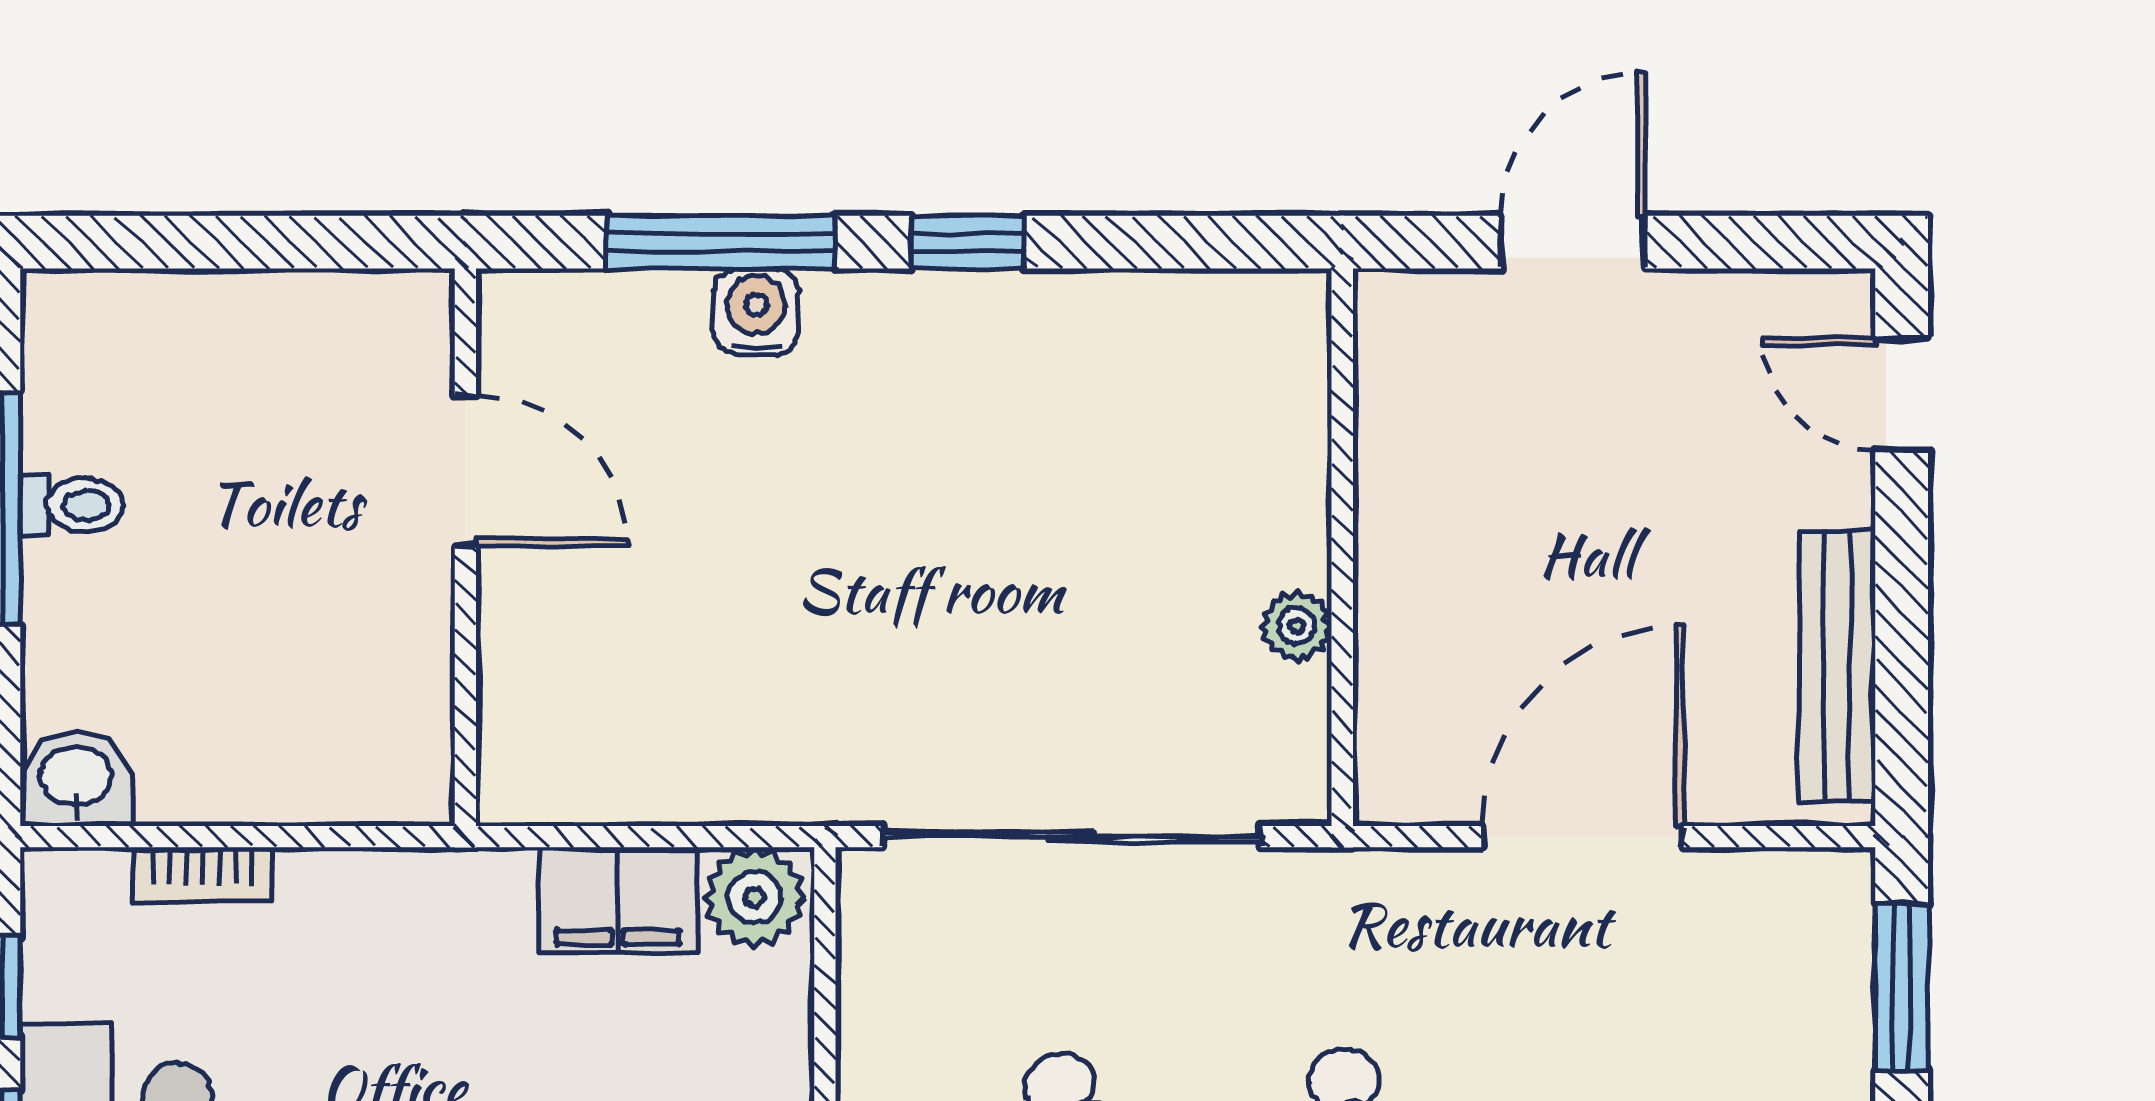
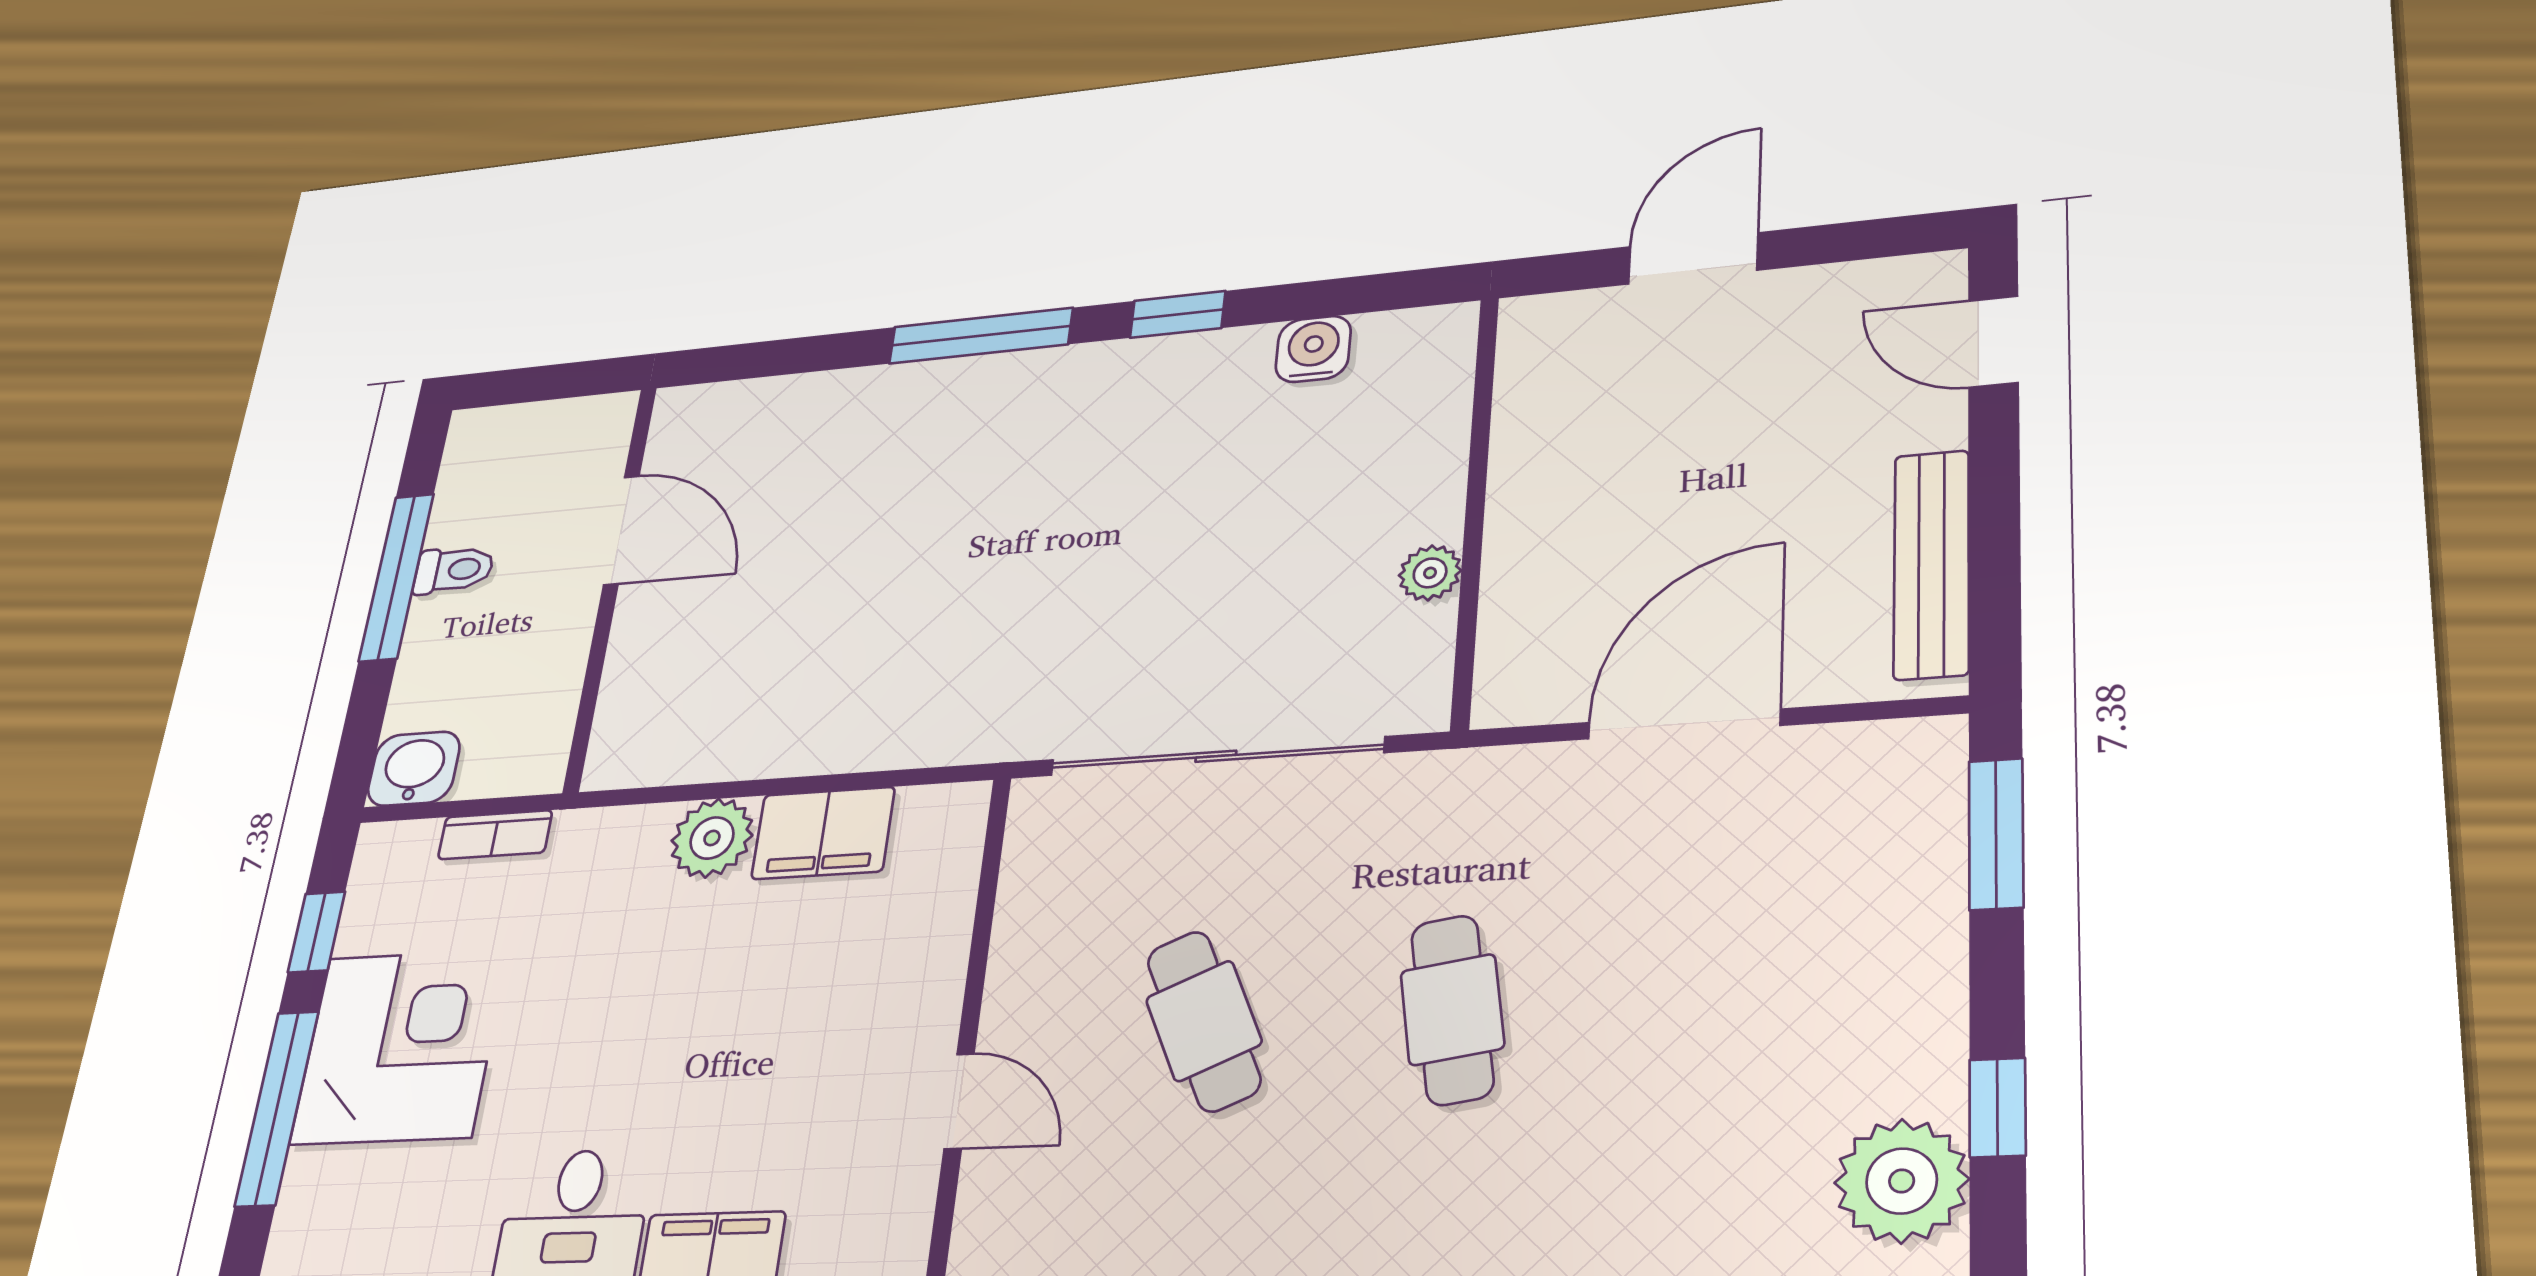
water cooler: (756, 312) -> (1313, 349), moved
door: (465, 471) -> (621, 530), moved
wall: (465, 547) -> (611, 585), moved
plant: (754, 897) -> (712, 838), moved

